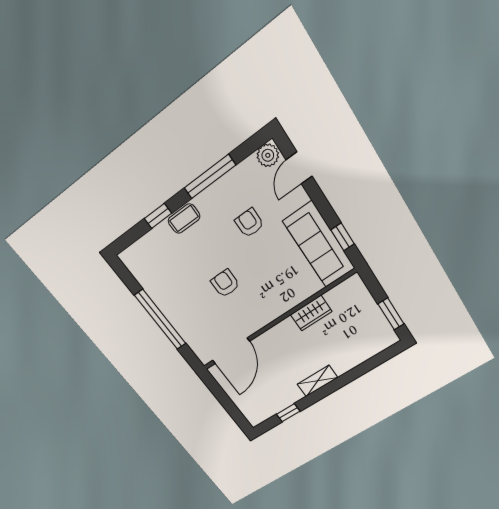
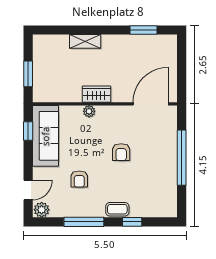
plant: (289, 303) -> (89, 111), added
wardrobe: (311, 313) -> (96, 94), moved
window: (391, 314) -> (28, 74), moved
shelving: (317, 381) -> (85, 41), moved
window: (288, 413) -> (144, 30), width x1.50

